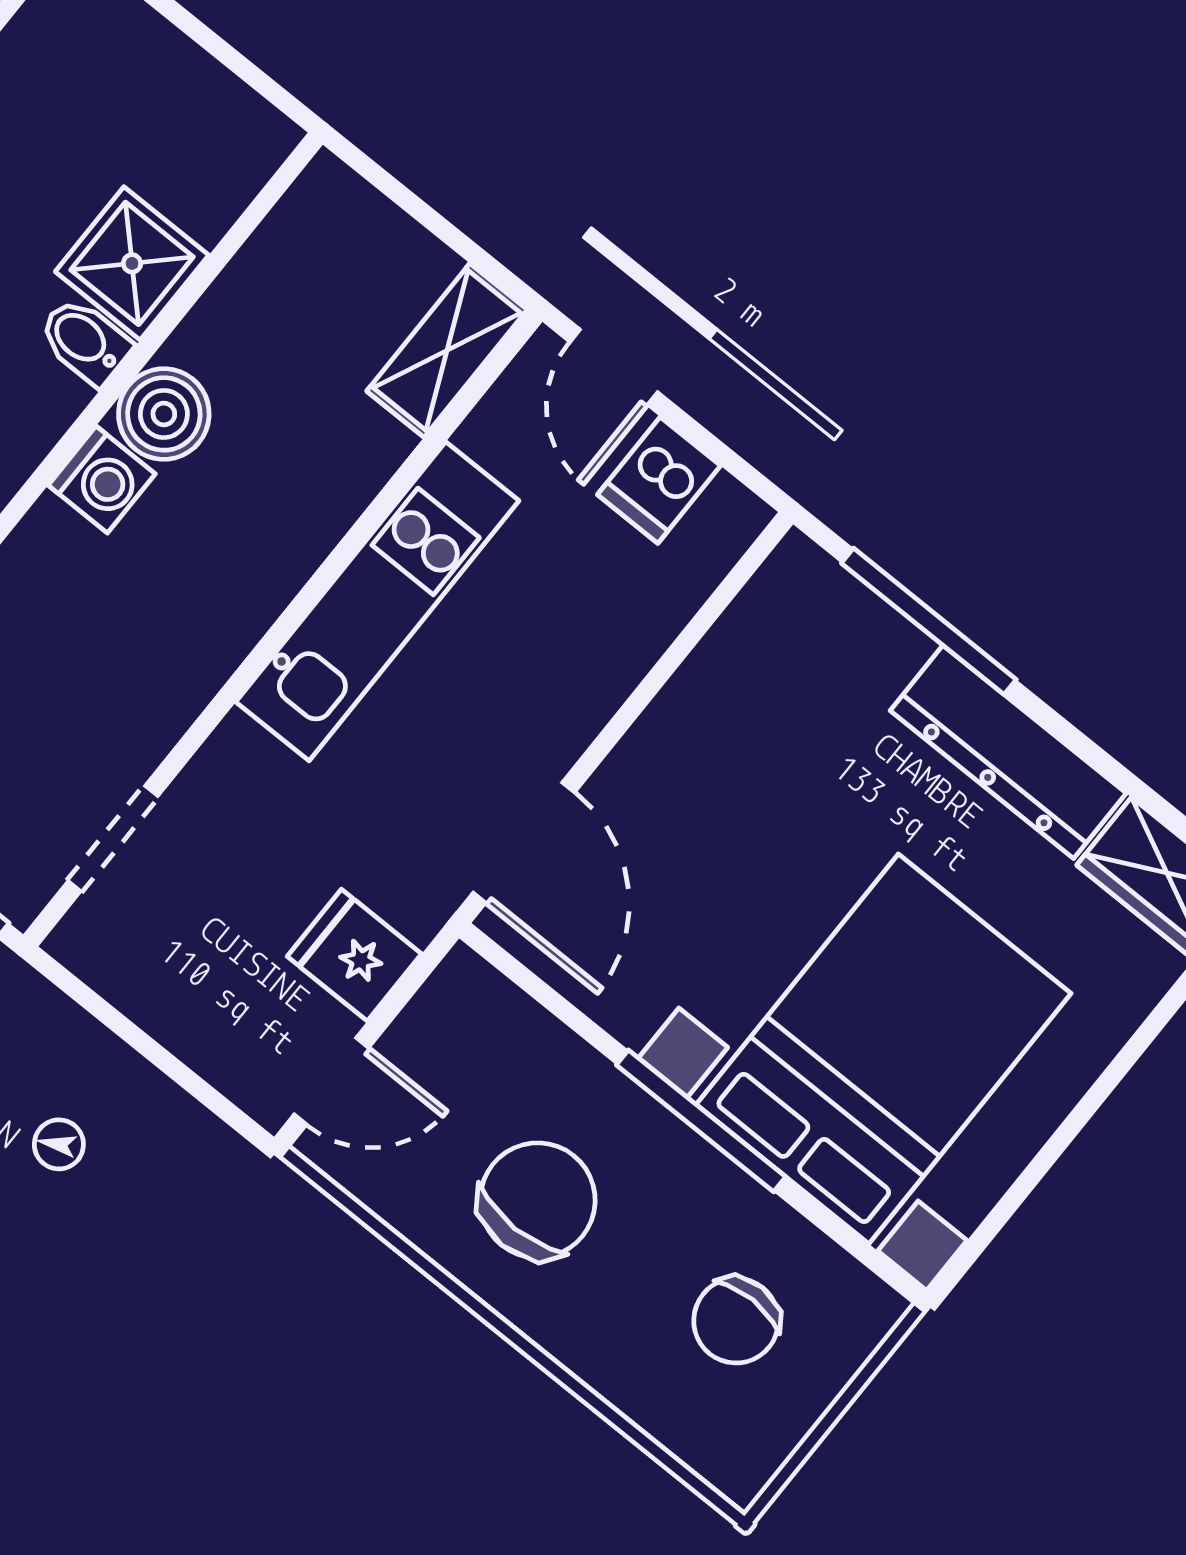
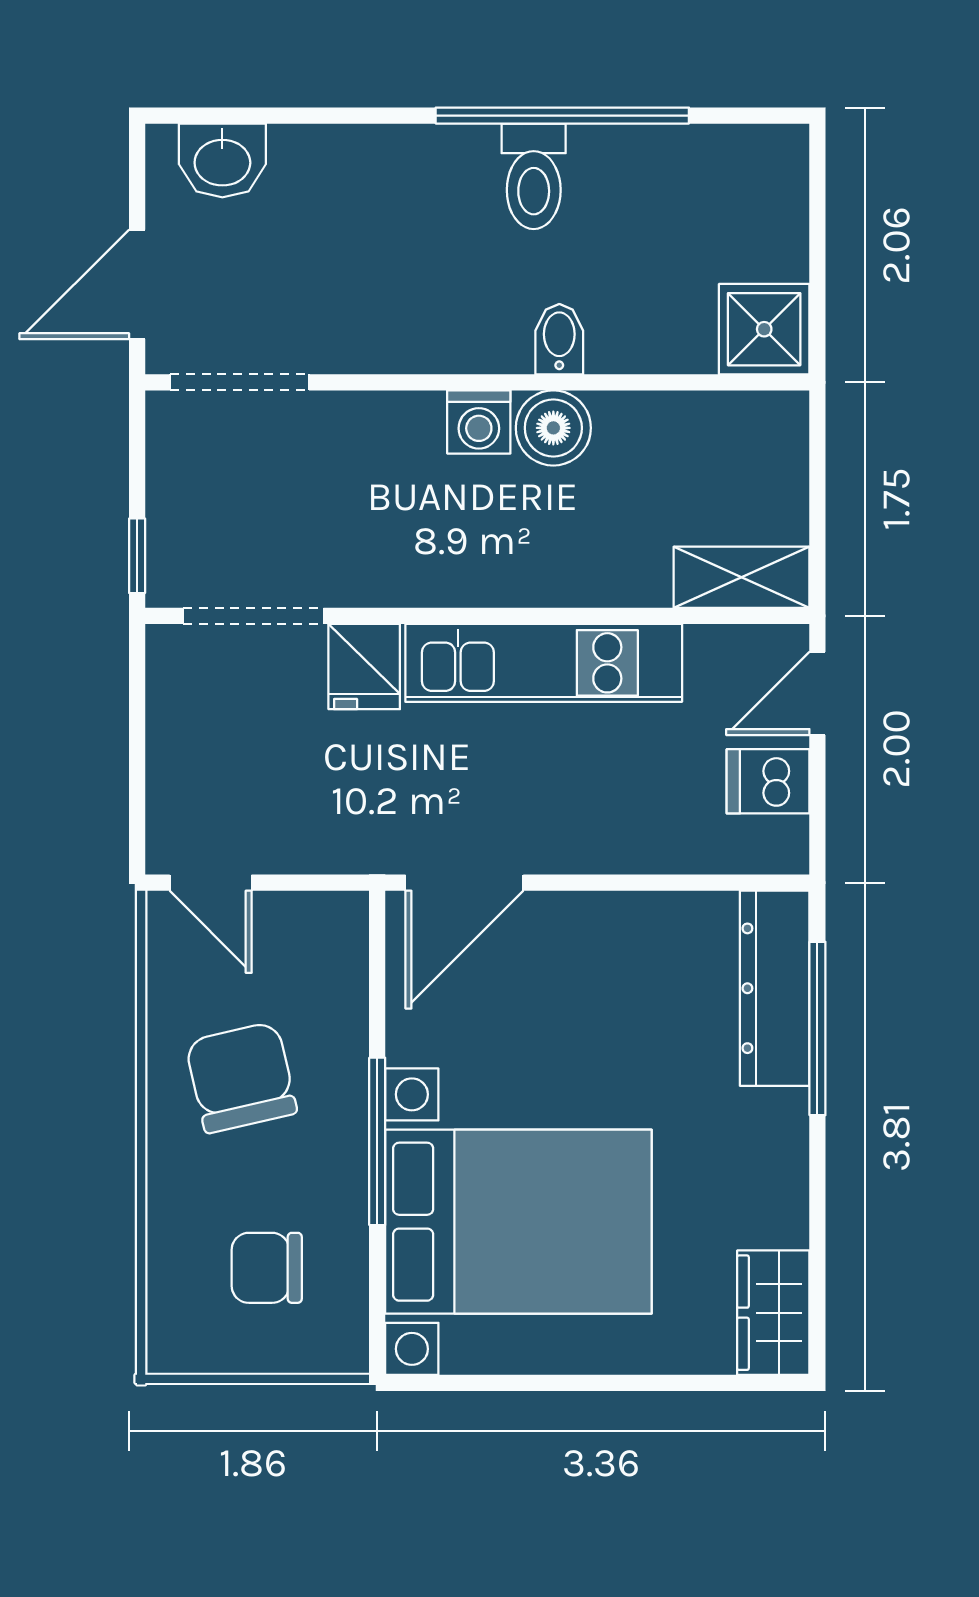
shower: (132, 263) -> (764, 329), moved
dresser: (1008, 752) -> (775, 988), moved
doorway: (113, 839) -> (253, 616), width x1.38
fridge: (354, 955) -> (364, 667), moved, turned 180
chair: (538, 1200) -> (241, 1077), turned -103

